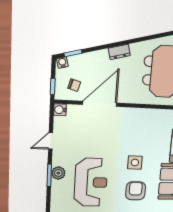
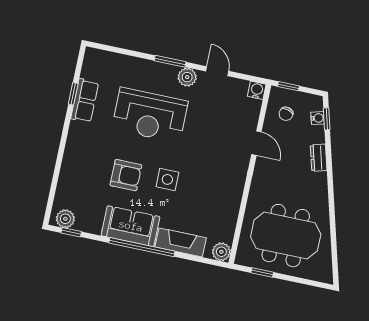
dresser: (119, 52) -> (319, 158), moved
water cooler: (62, 63) -> (318, 118), moved
door: (100, 104) -> (256, 143), width x0.53
plant: (58, 173) -> (187, 77), moved

